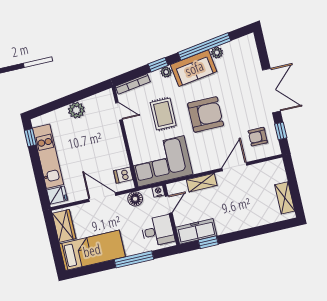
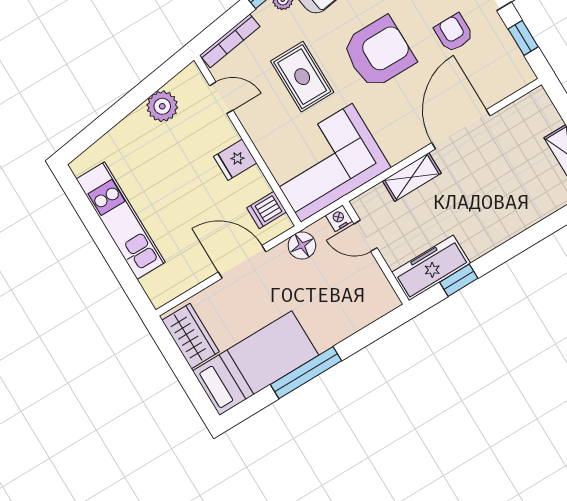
plant: (76, 110) -> (162, 106), moved
armchair: (258, 137) -> (454, 33), moved, turned 90
window: (30, 138) -> (78, 198), removed
door: (234, 167) -> (461, 129), width x1.36
fridge: (57, 195) -> (235, 160), moved, turned 180
door: (169, 204) -> (366, 236), swing flipped
desk: (158, 231) -> (361, 290), removed
window: (134, 259) -> (306, 373), moved

